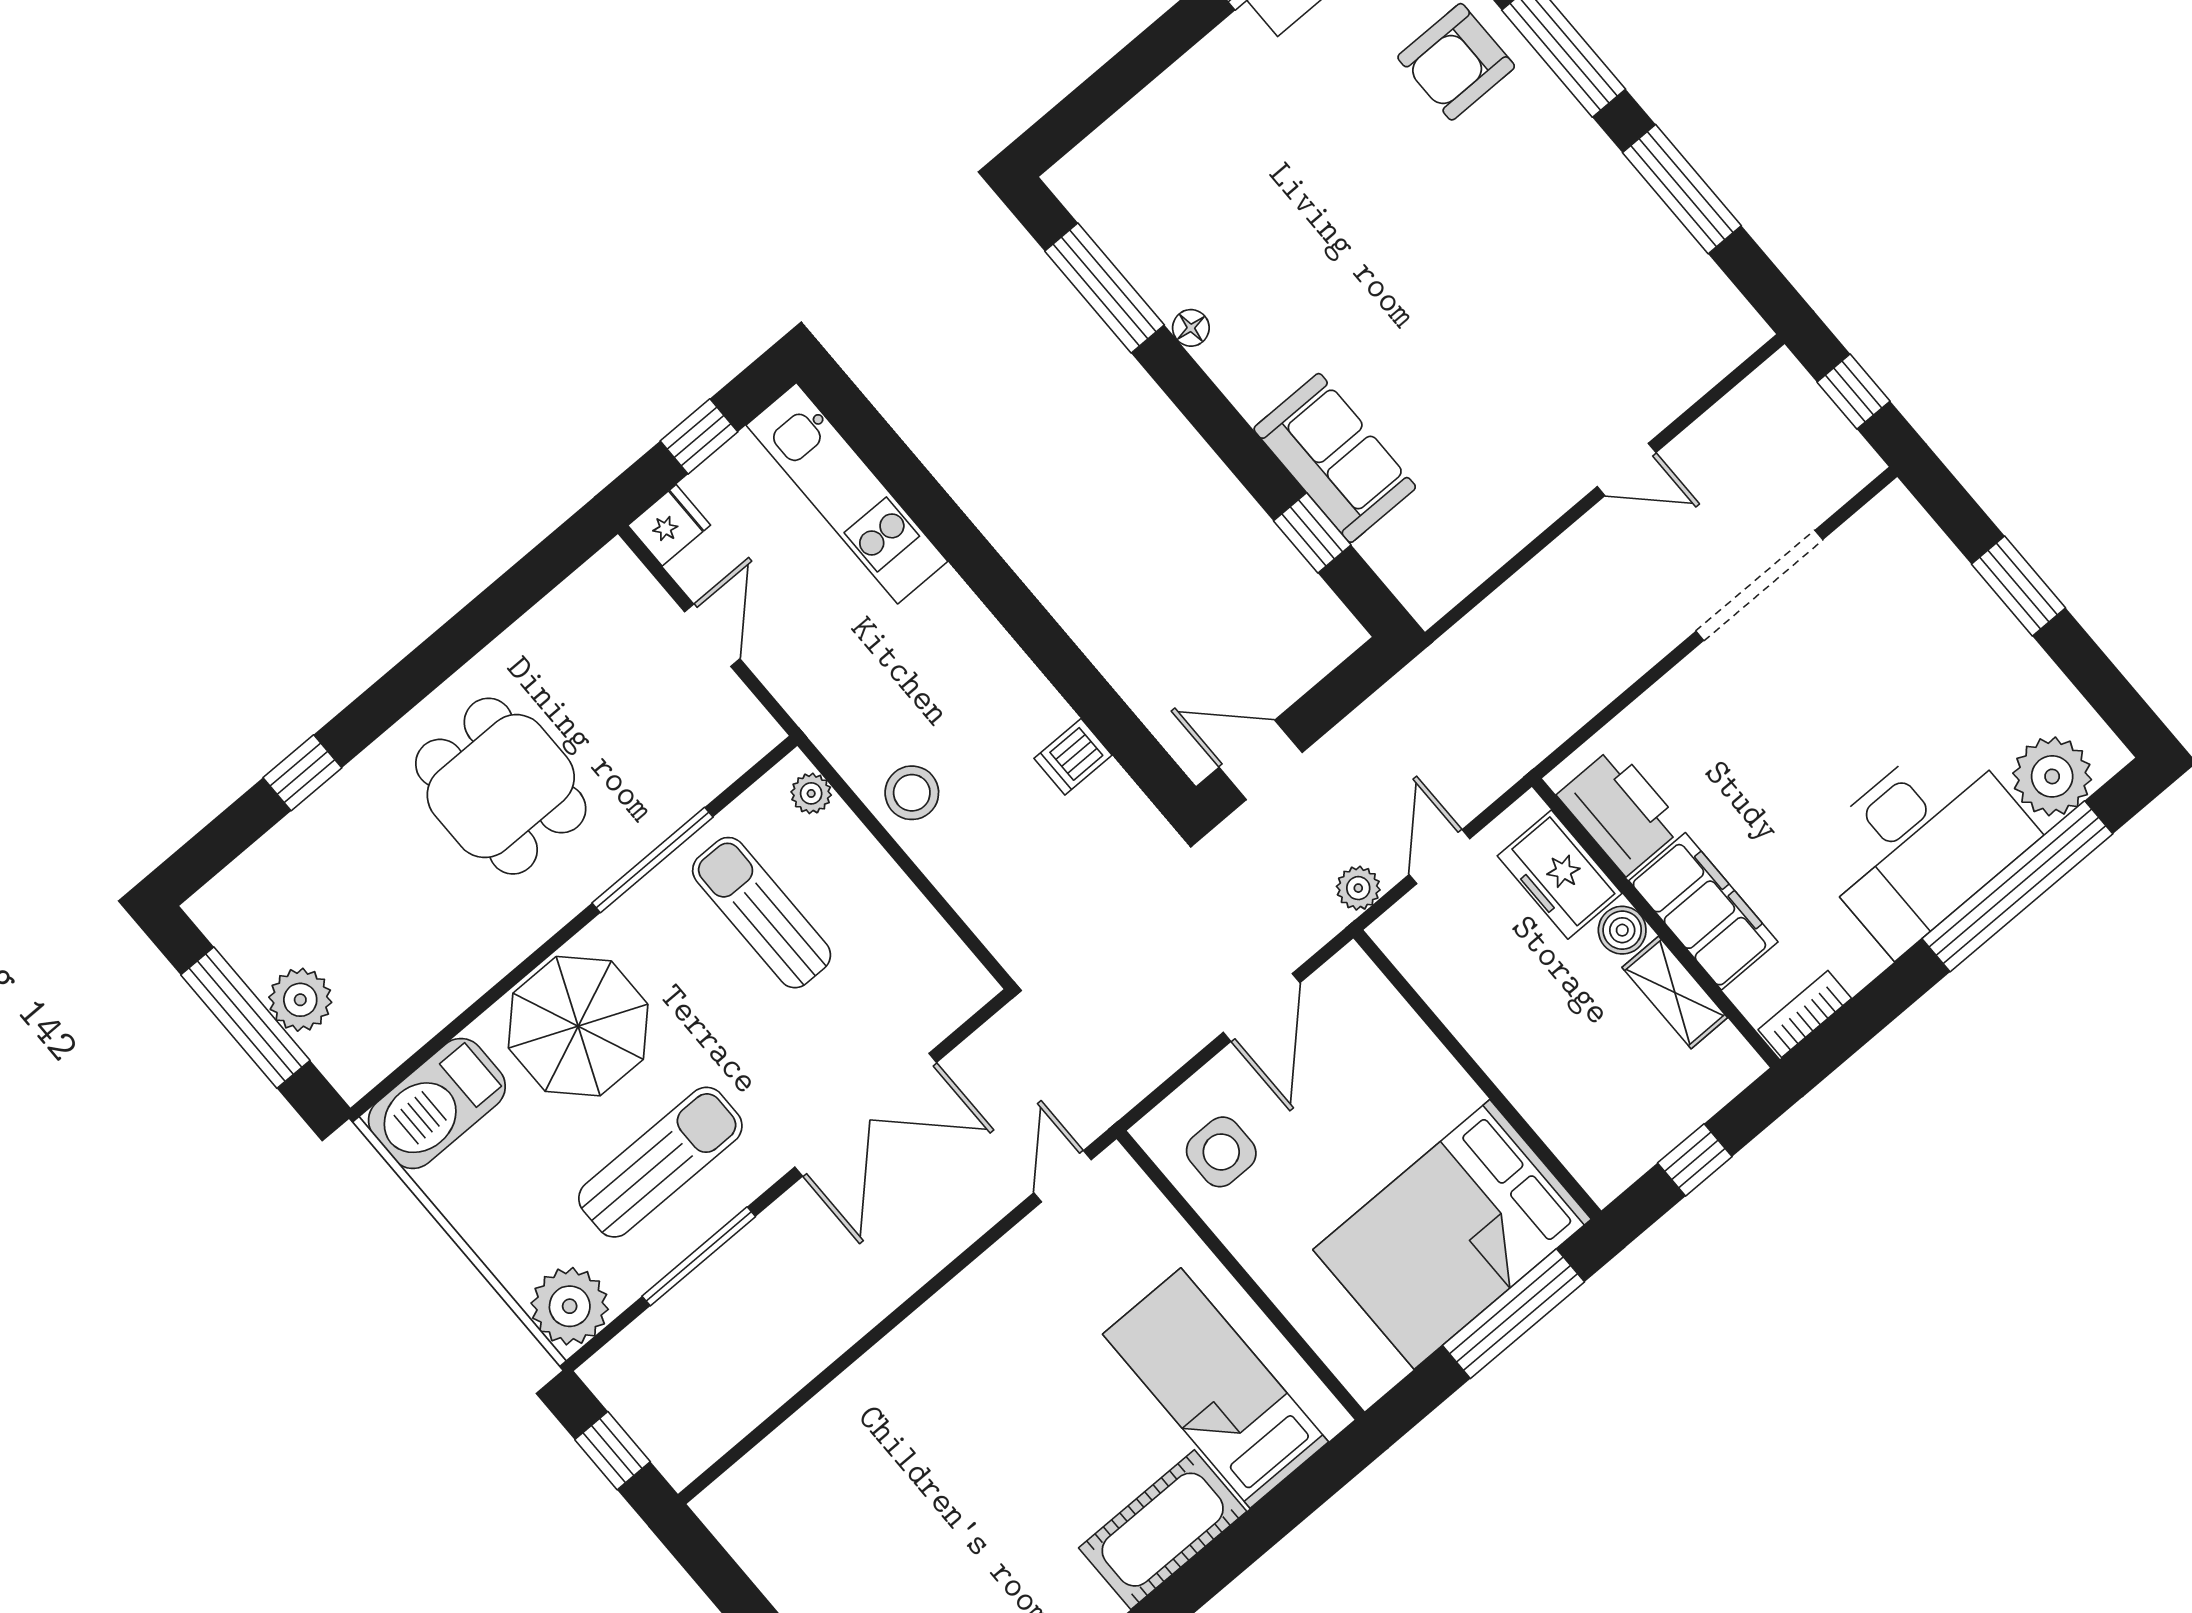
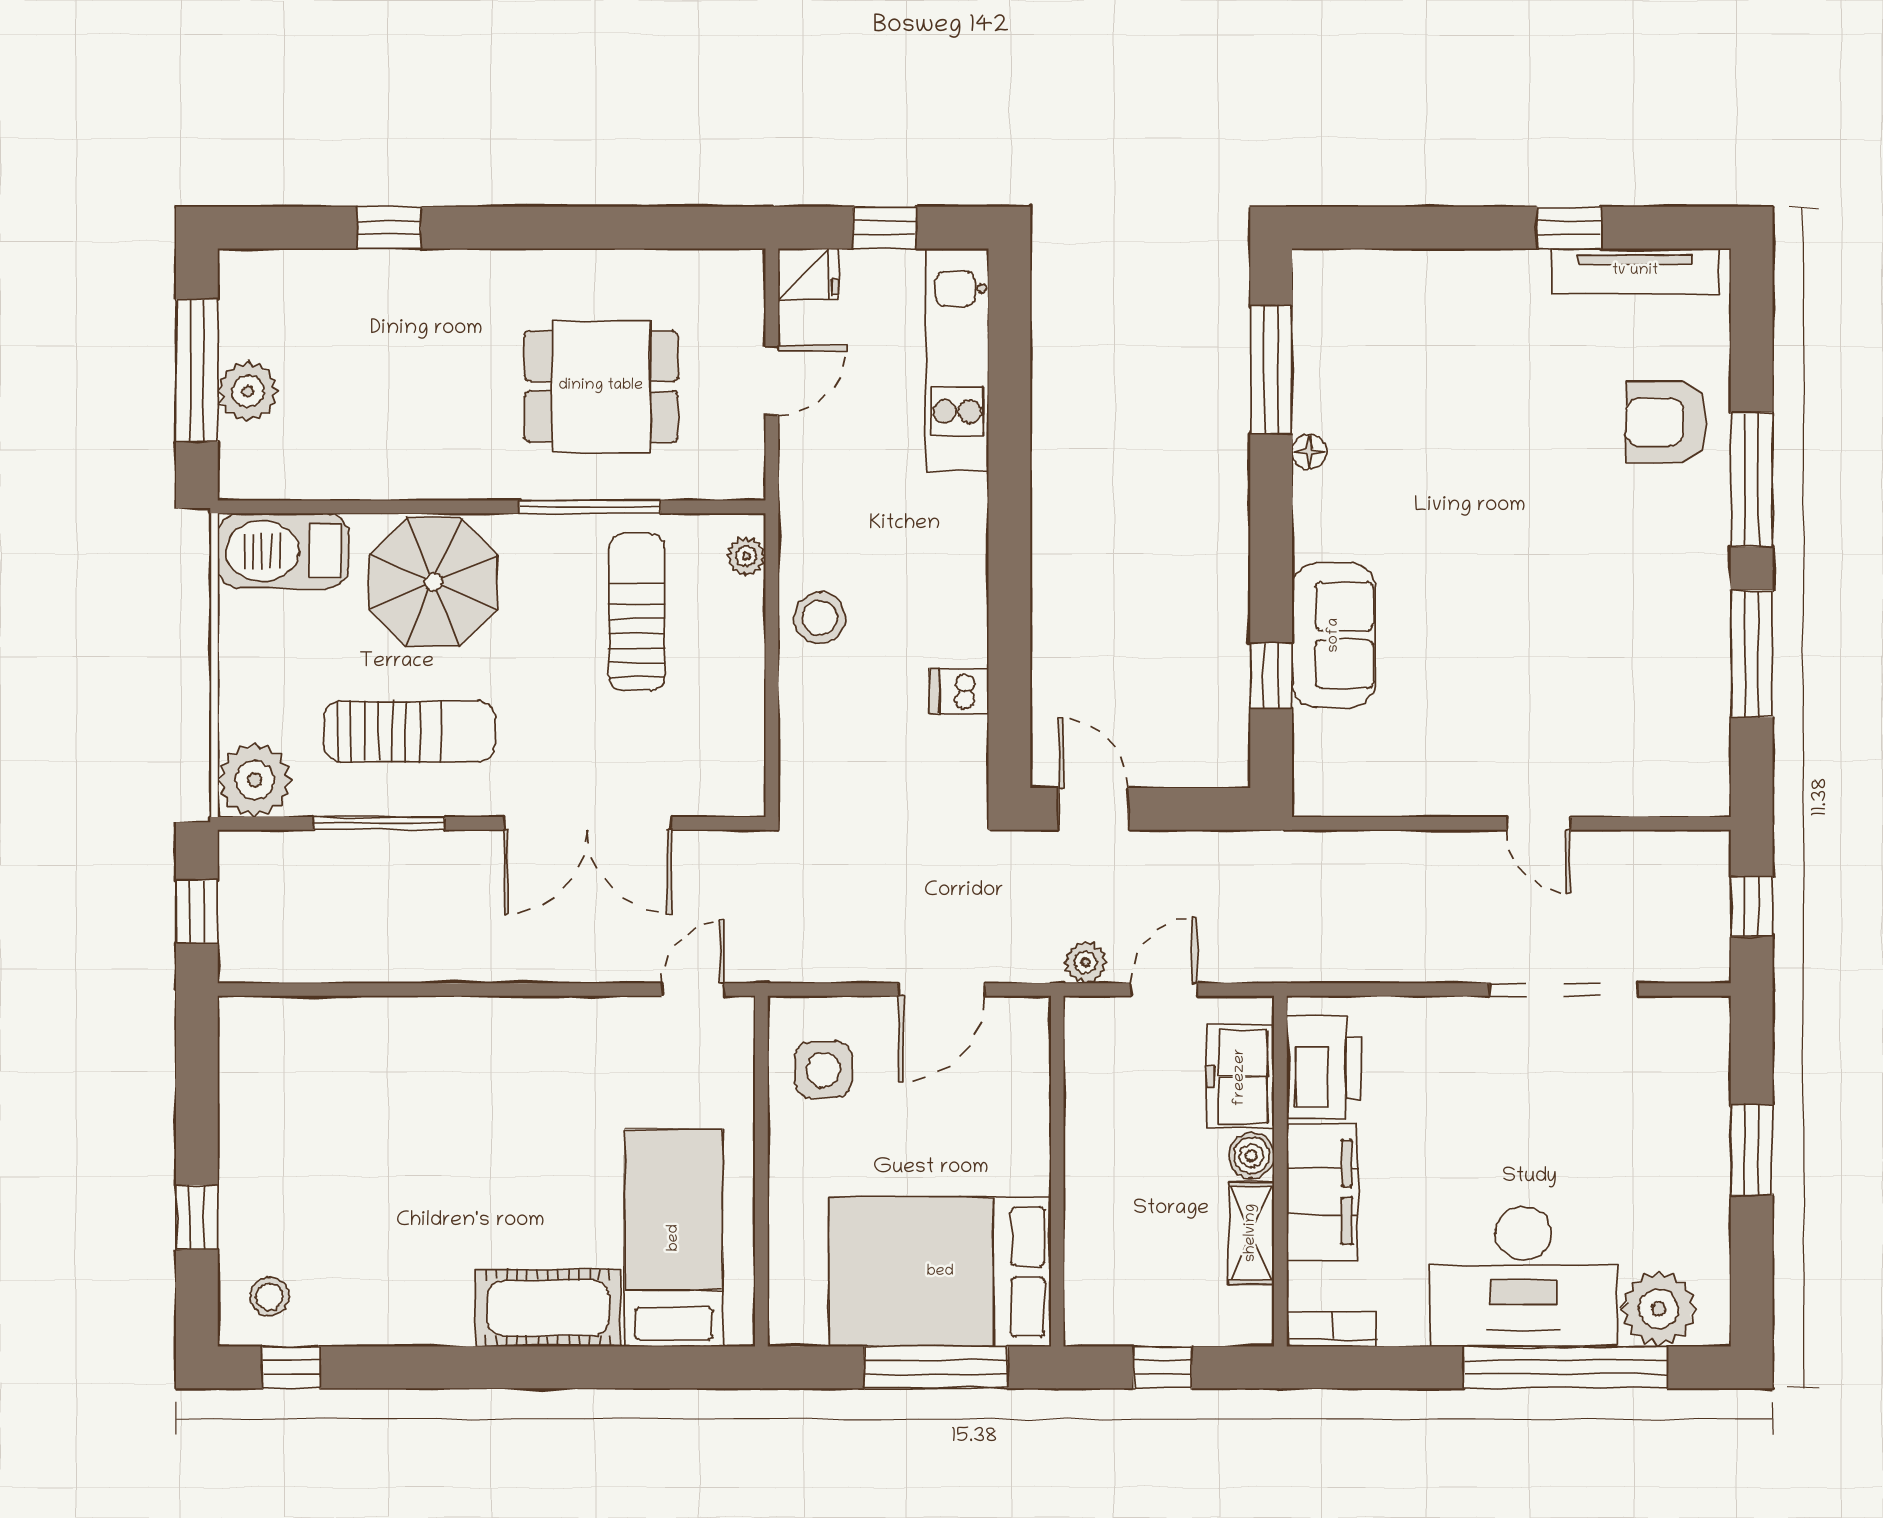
dining table: (501, 786) -> (601, 386), moved, turned 90

